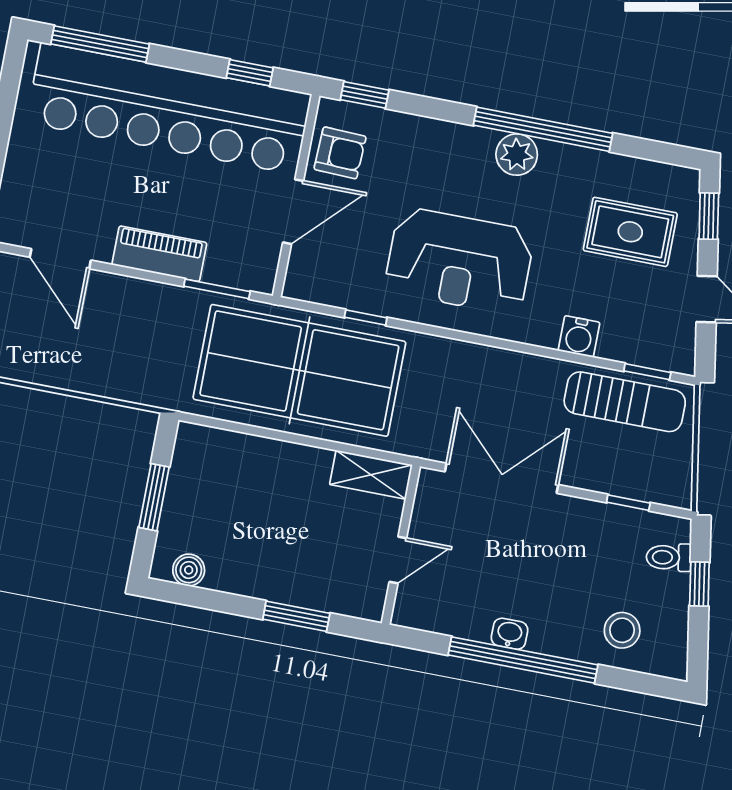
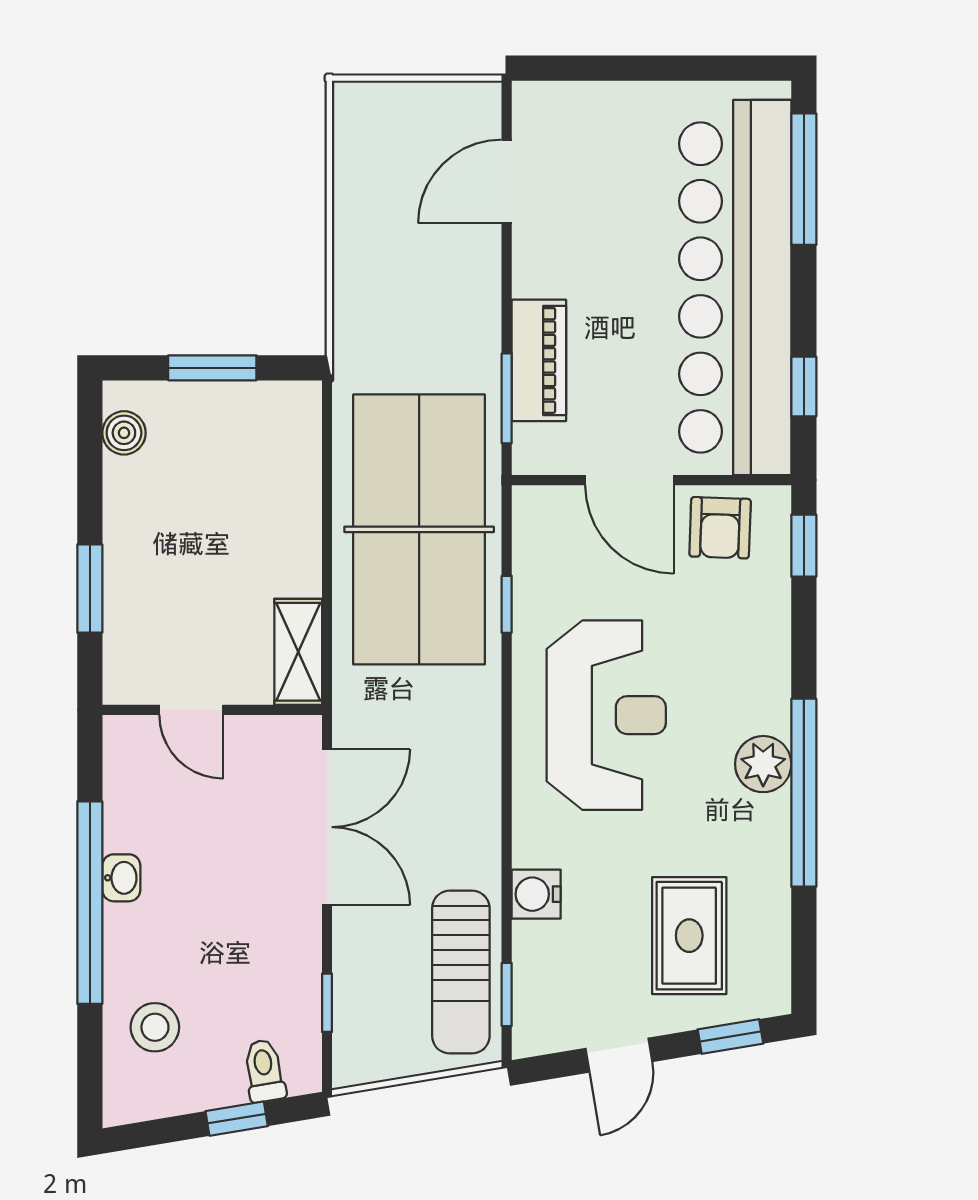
piano: (159, 254) -> (539, 360), moved
reception desk: (459, 261) -> (606, 715), turned 180

